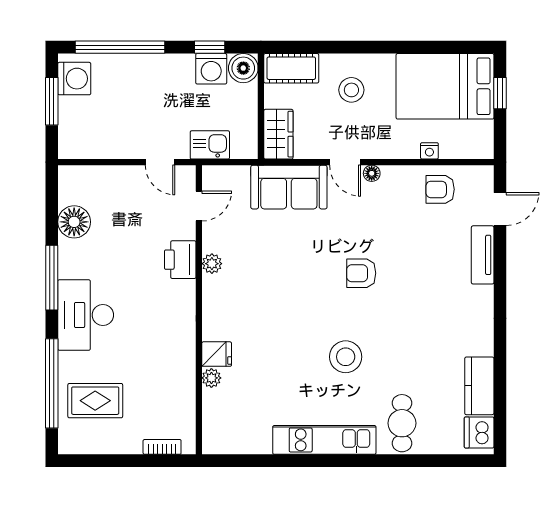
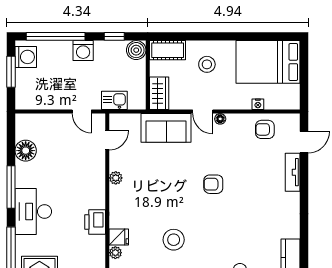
washing machine: (211, 69) -> (83, 51), moved
window: (500, 93) -> (304, 66), removed
printer: (180, 260) -> (95, 222), moved
stool: (346, 357) -> (174, 240), moved

